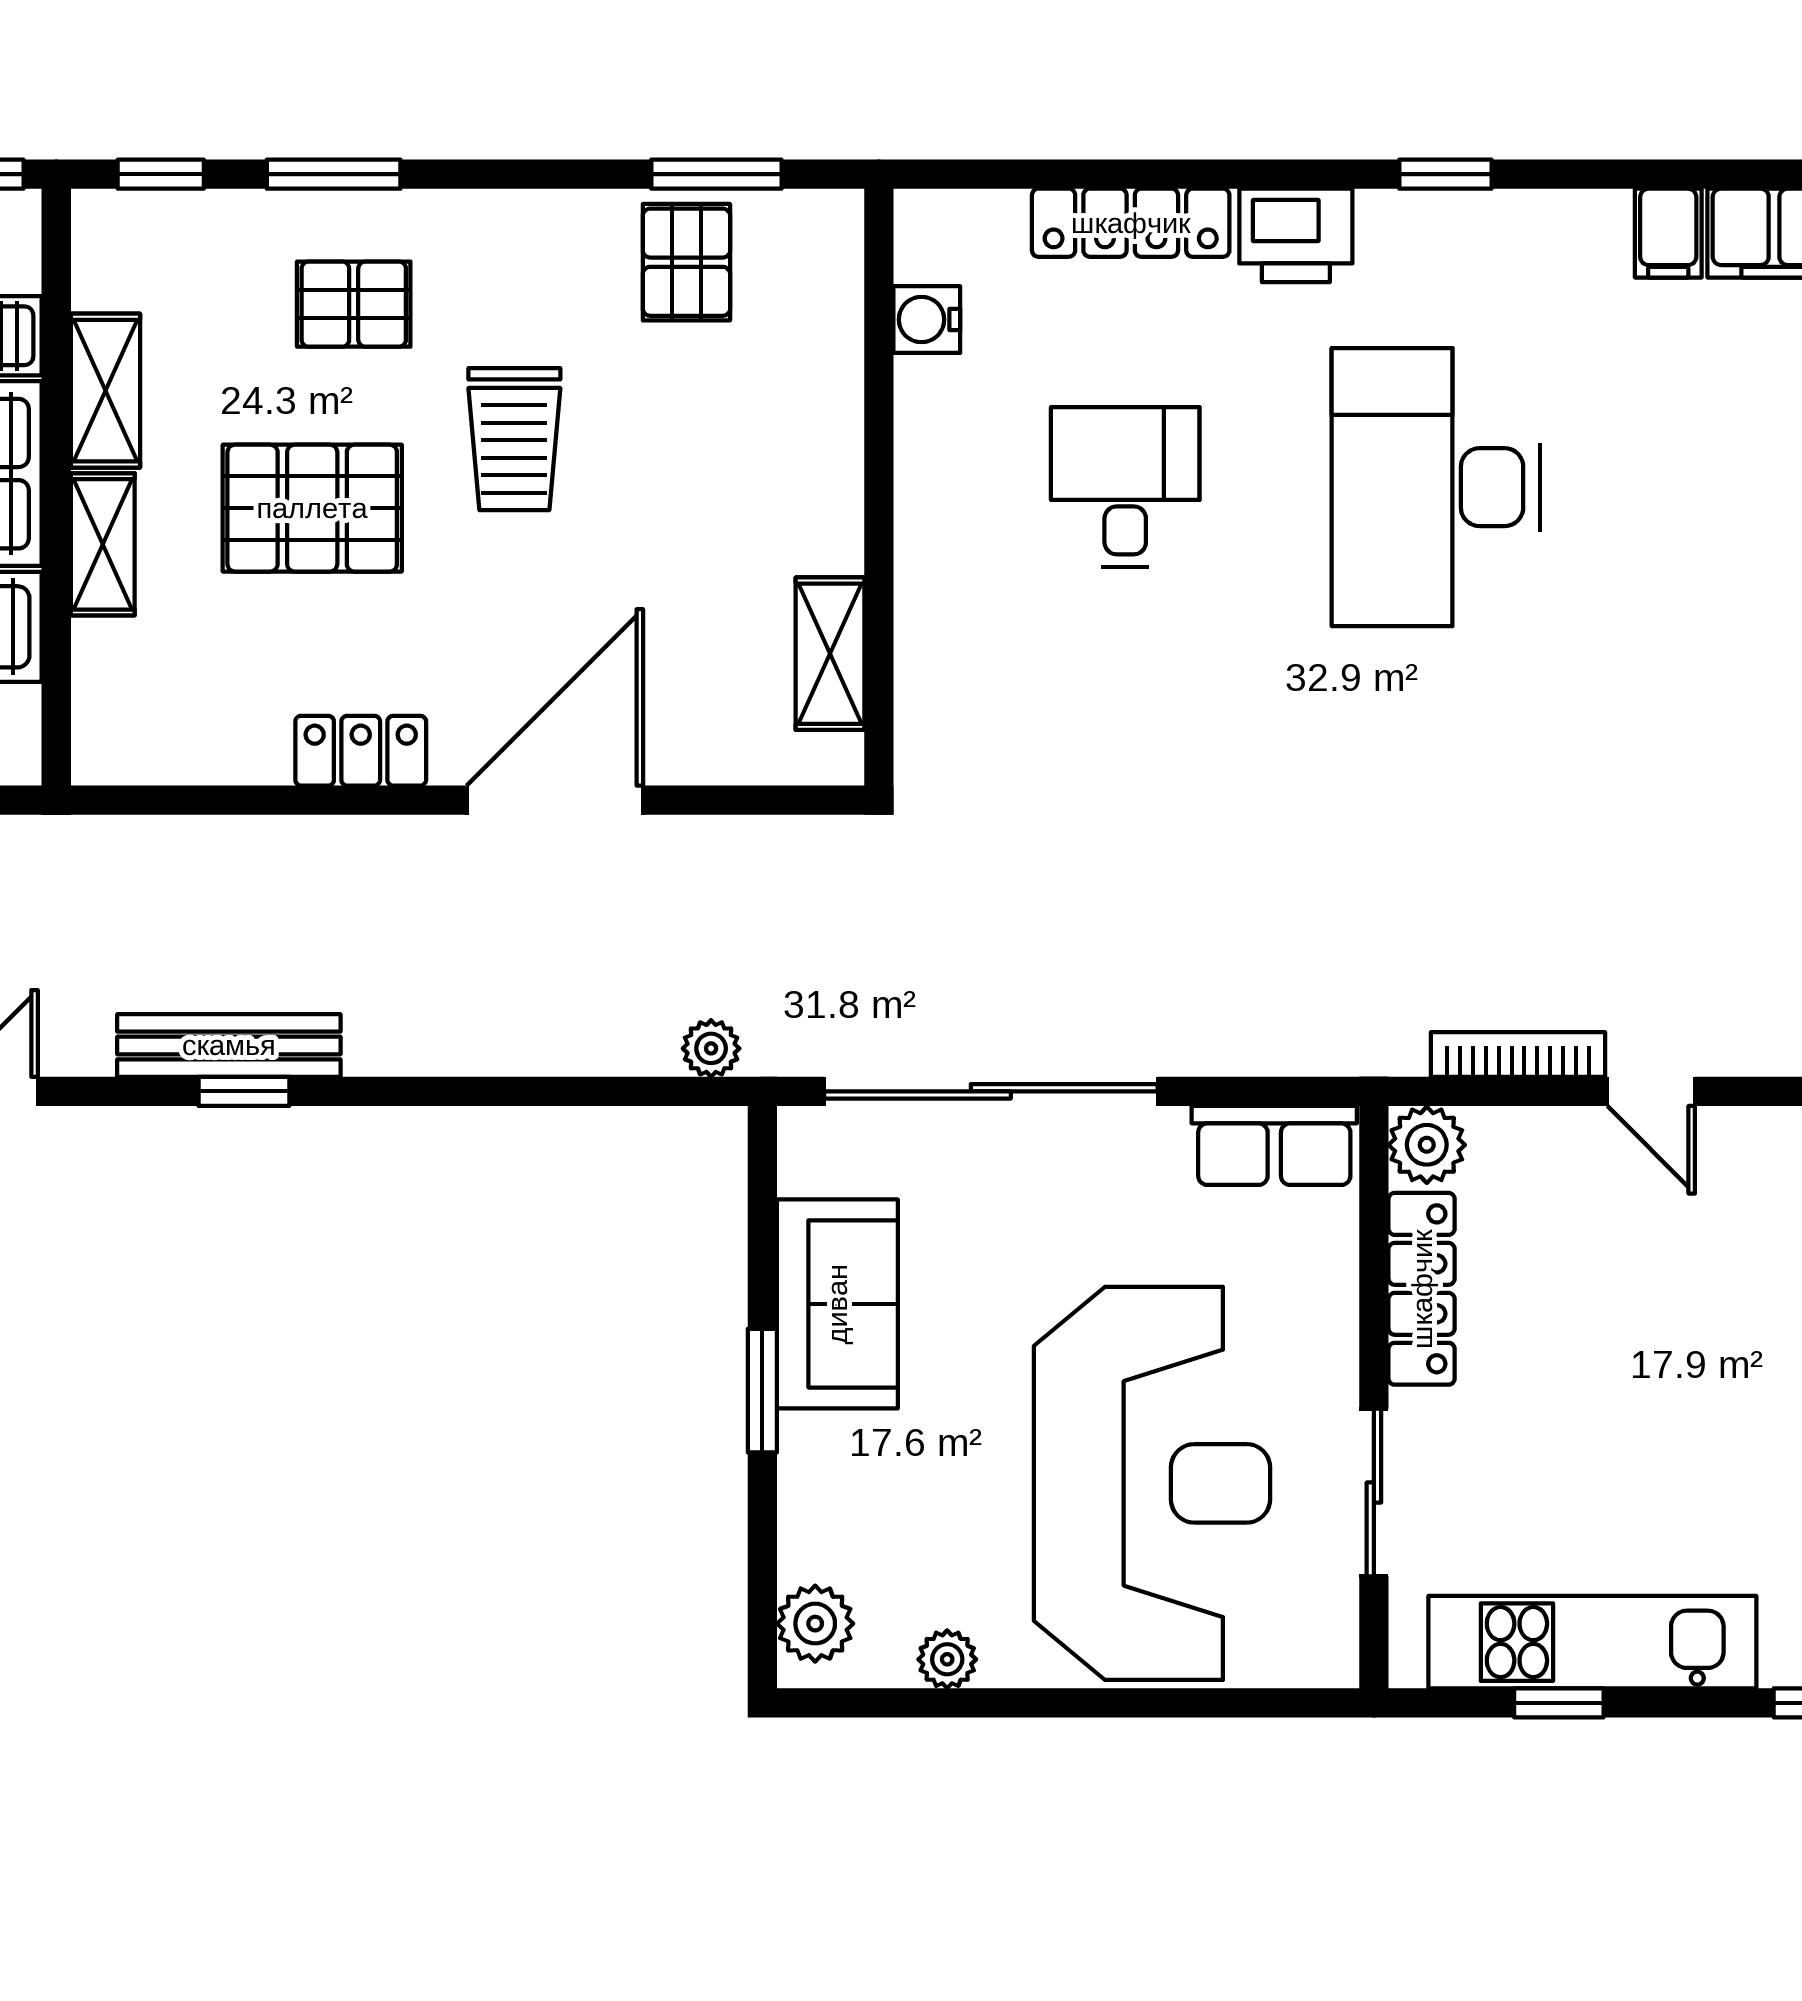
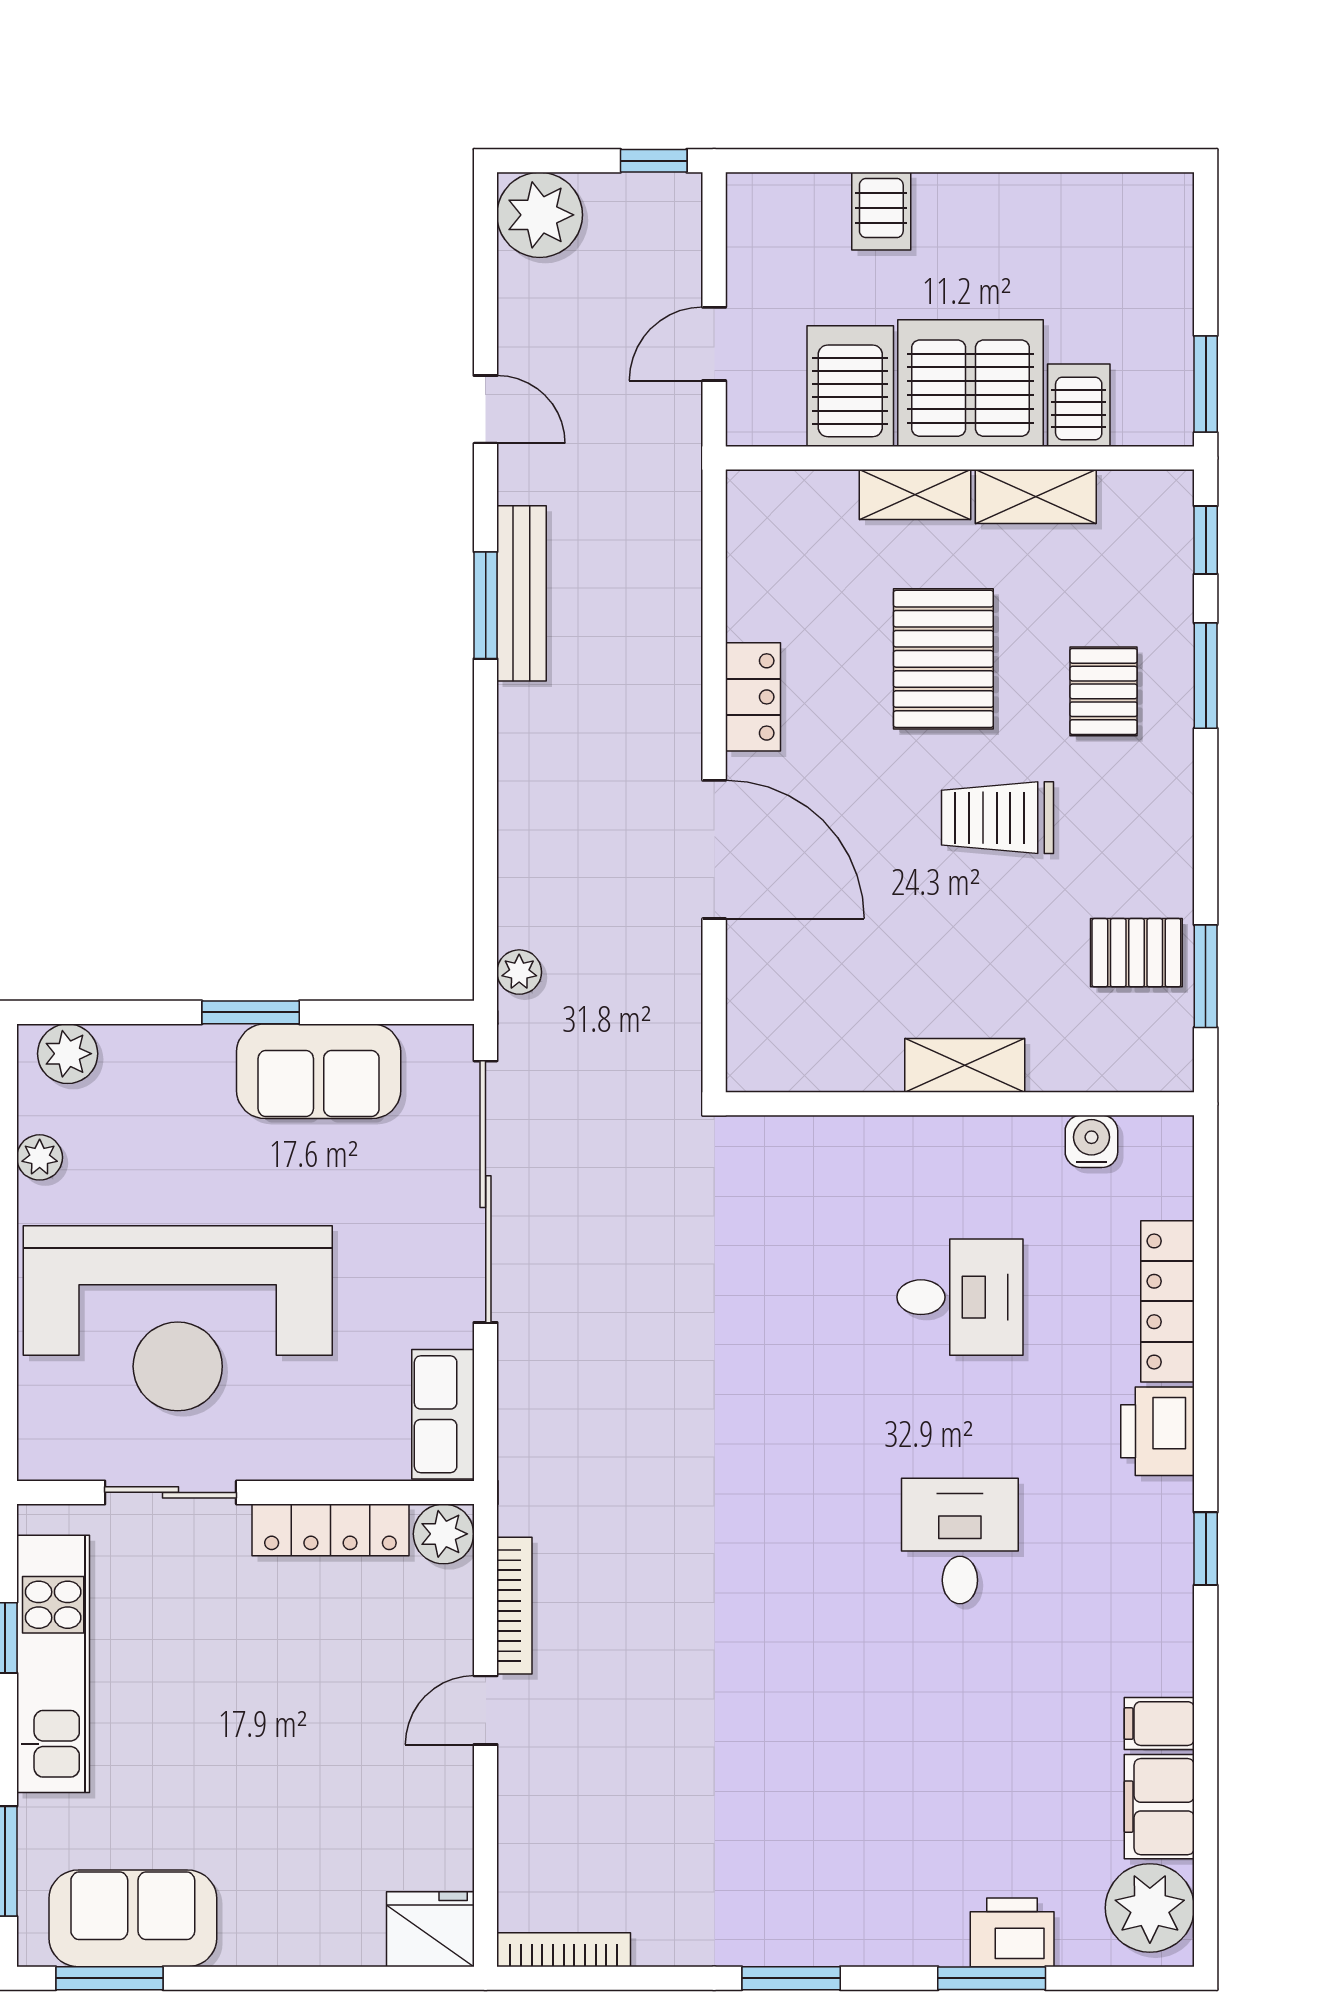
desk: (1436, 487) -> (960, 1541), width x0.53, depth x0.77
shelving: (830, 654) -> (965, 1065), moved
window: (244, 1091) -> (486, 605), width x1.50

